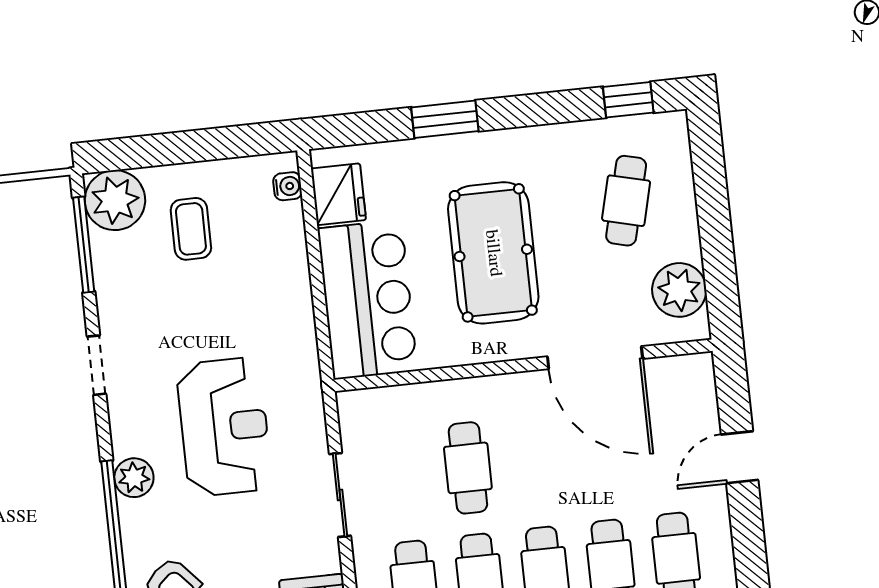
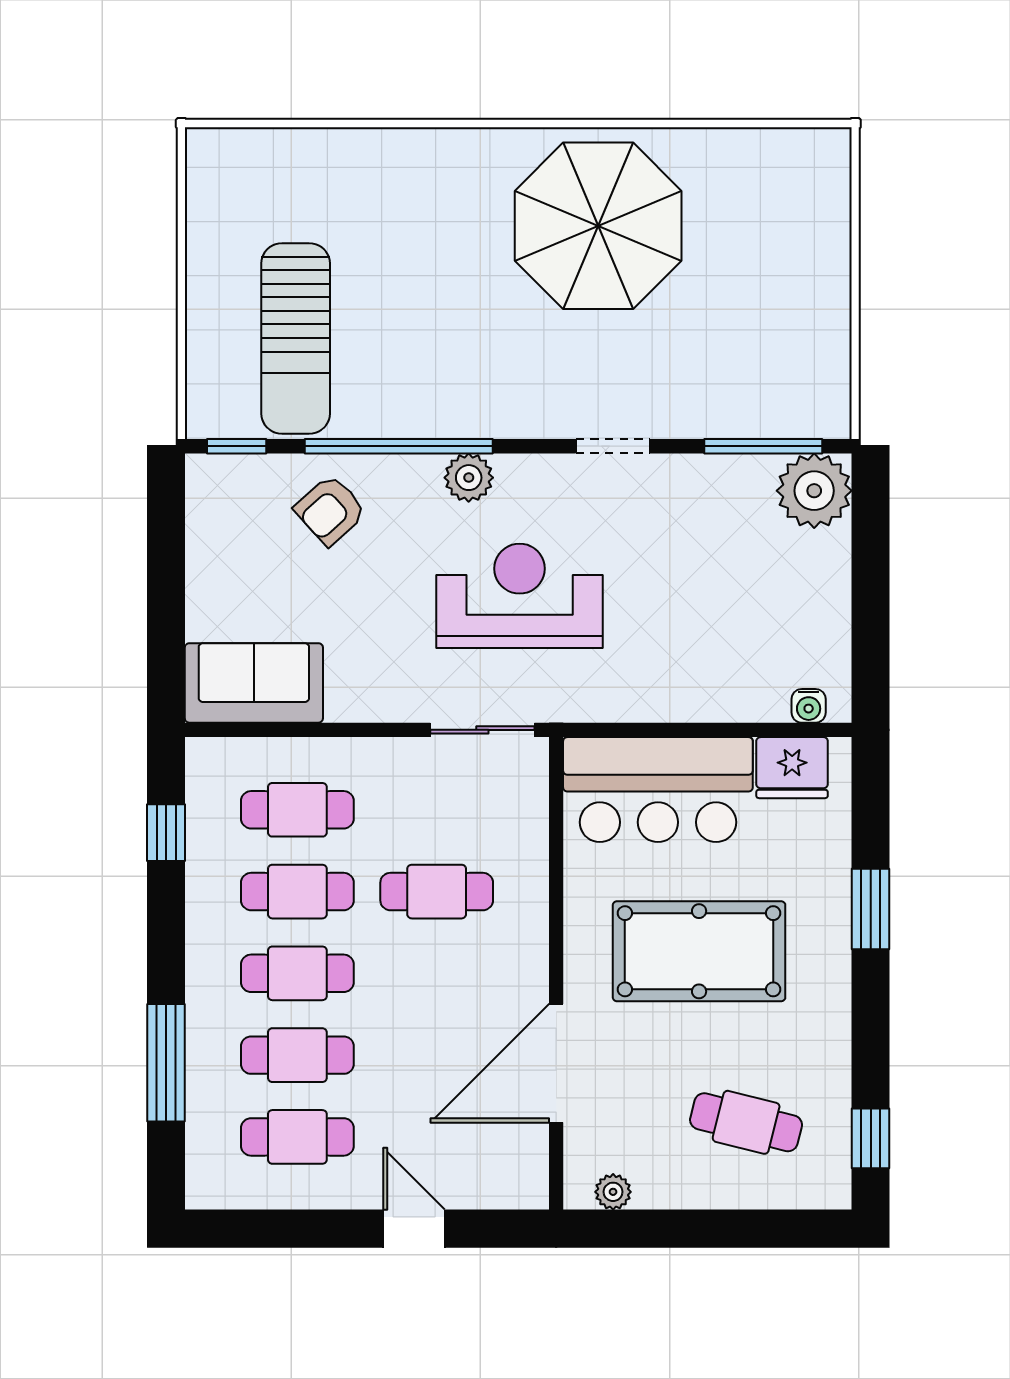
coffee table: (191, 229) -> (769, 581), removed
plant: (679, 290) -> (613, 1192), width x0.53, depth x0.53
reception desk: (224, 427) -> (520, 596), turned 180
sliding door: (340, 495) -> (482, 730), moved

